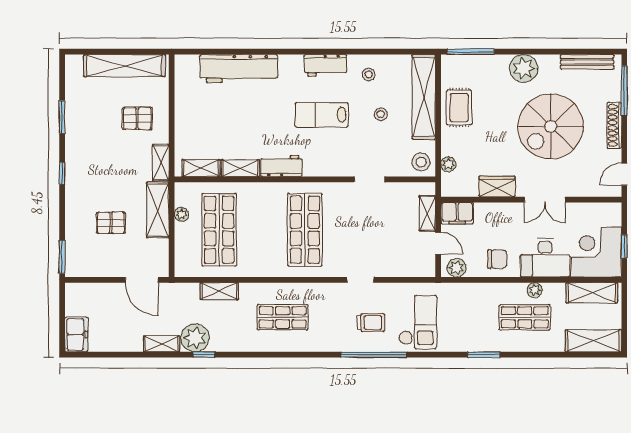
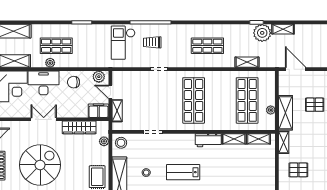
lab bench: (322, 115) -> (183, 172), turned 180
wardrobe: (497, 186) -> (79, 127), width x1.50

